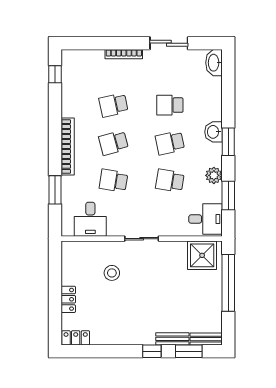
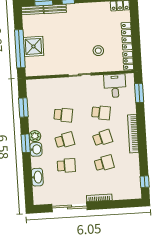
sliding door: (169, 43) -> (70, 207), width x1.37
washbasin: (214, 63) -> (37, 177), moved
plant: (214, 175) -> (35, 136), moved
window: (55, 190) -> (139, 93), moved
desk: (206, 219) -> (38, 91), removed
locker: (68, 255) -> (128, 61), added
shower: (202, 255) -> (33, 46), moved
locker: (68, 299) -> (127, 36), width x1.53

